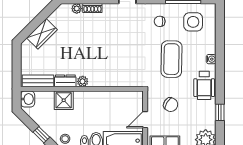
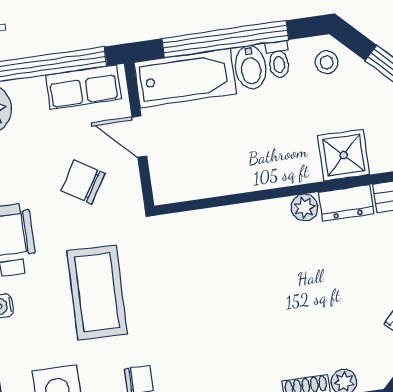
door: (145, 120) -> (139, 137), swing flipped

